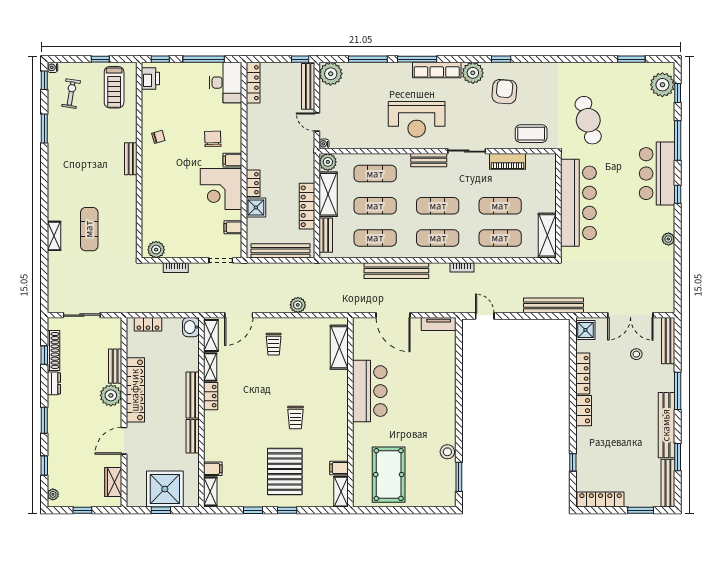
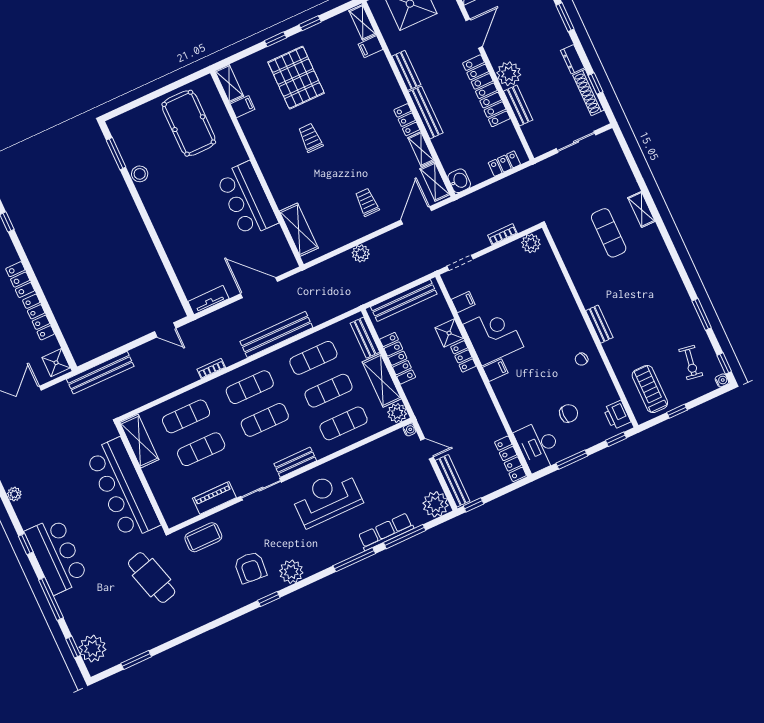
window: (204, 59) -> (572, 460), width x0.69
row of seats: (437, 70) -> (386, 532), moved
chair: (213, 139) -> (569, 413), moved, turned -88

